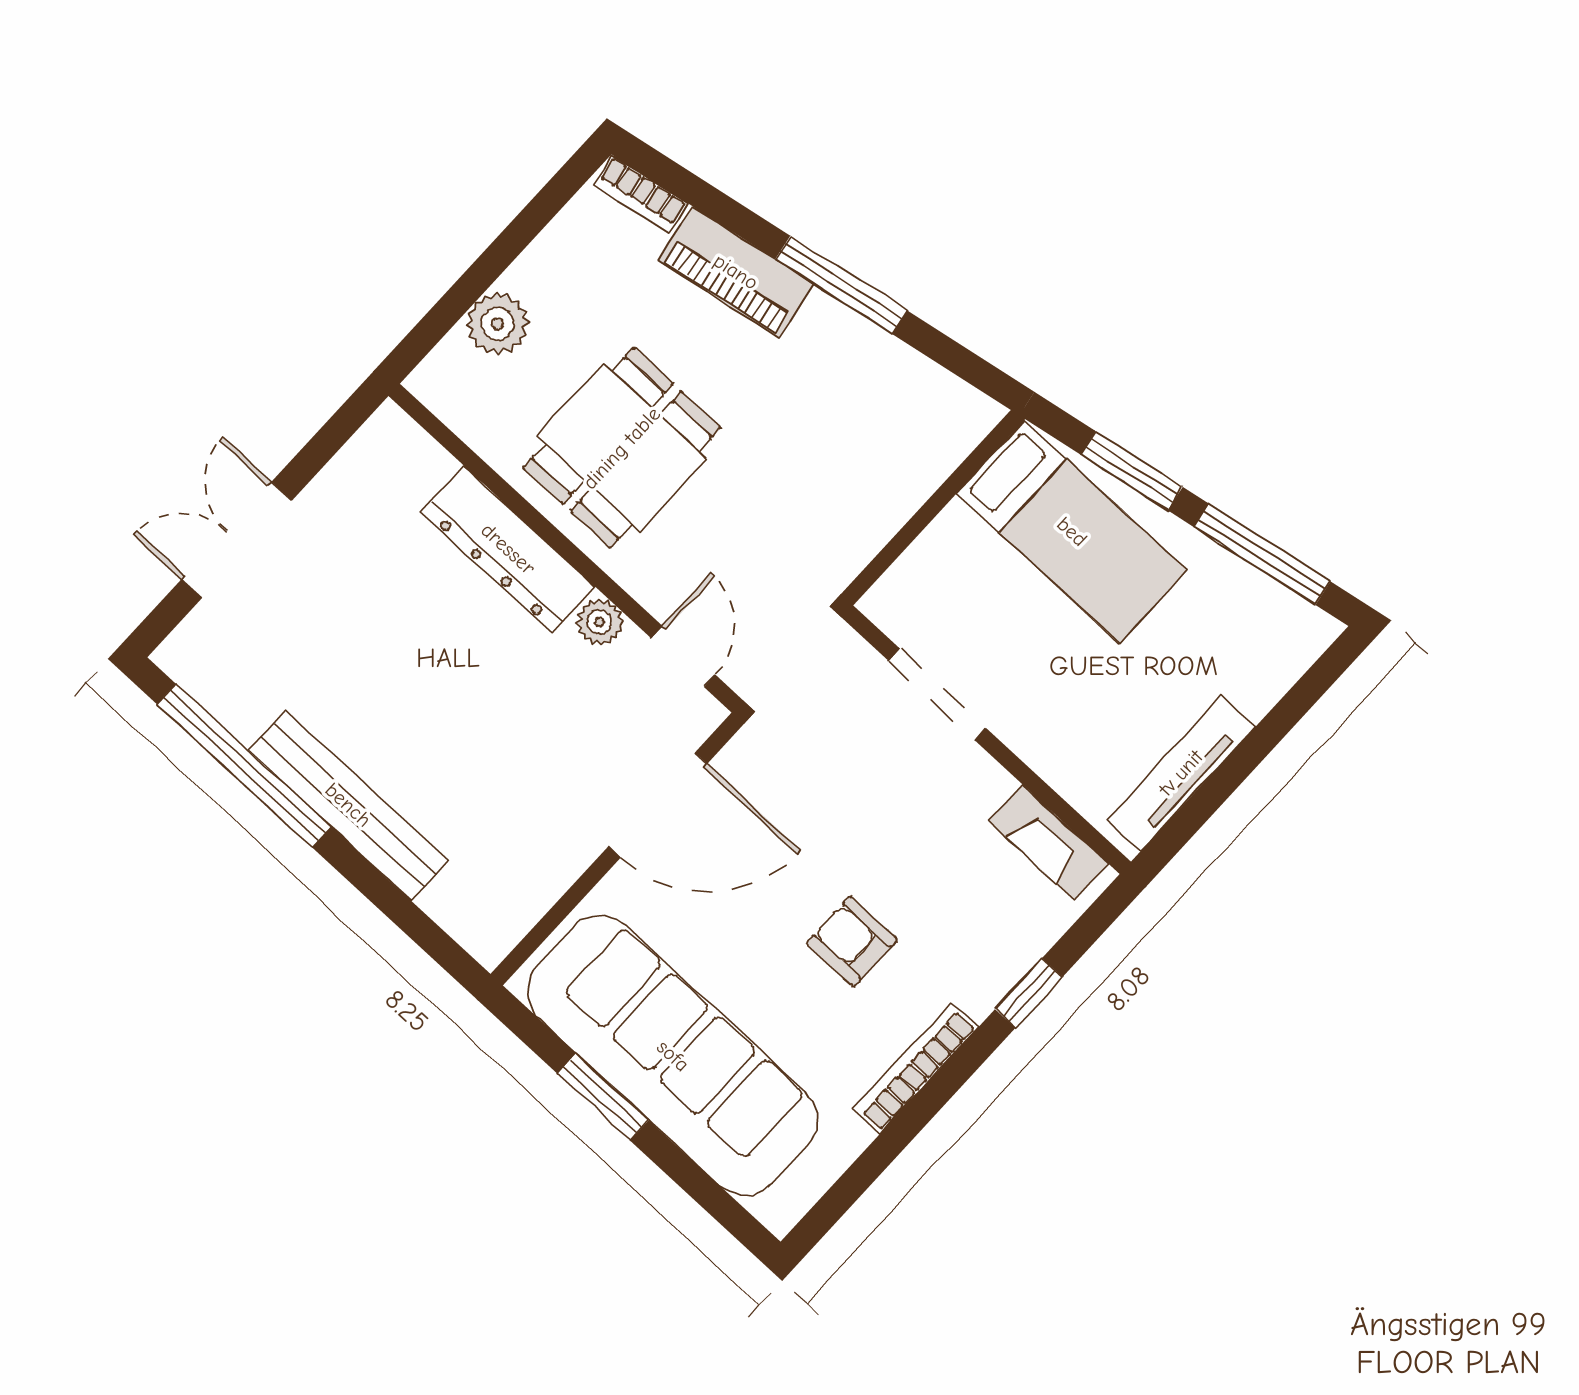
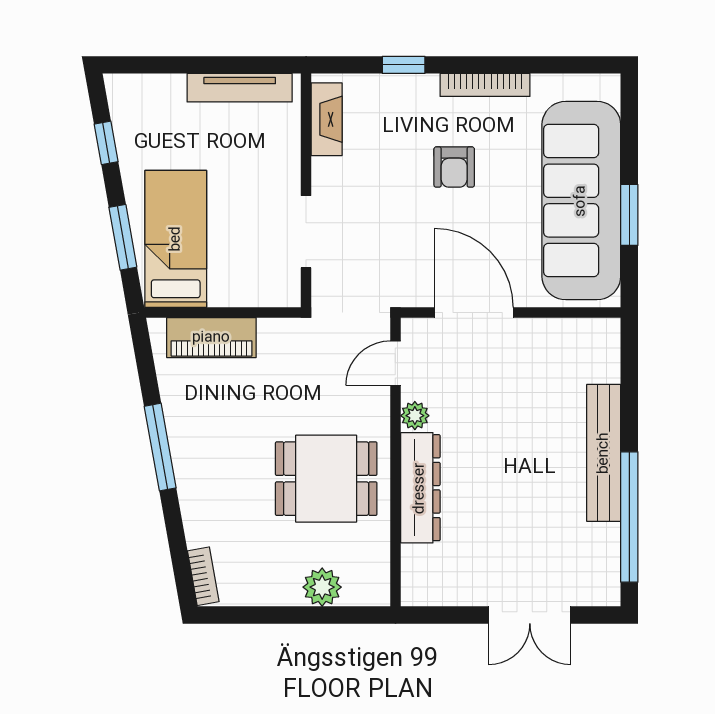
piano: (736, 272) -> (211, 338), moved, turned 100
window: (1262, 554) -> (106, 143), width x0.46

